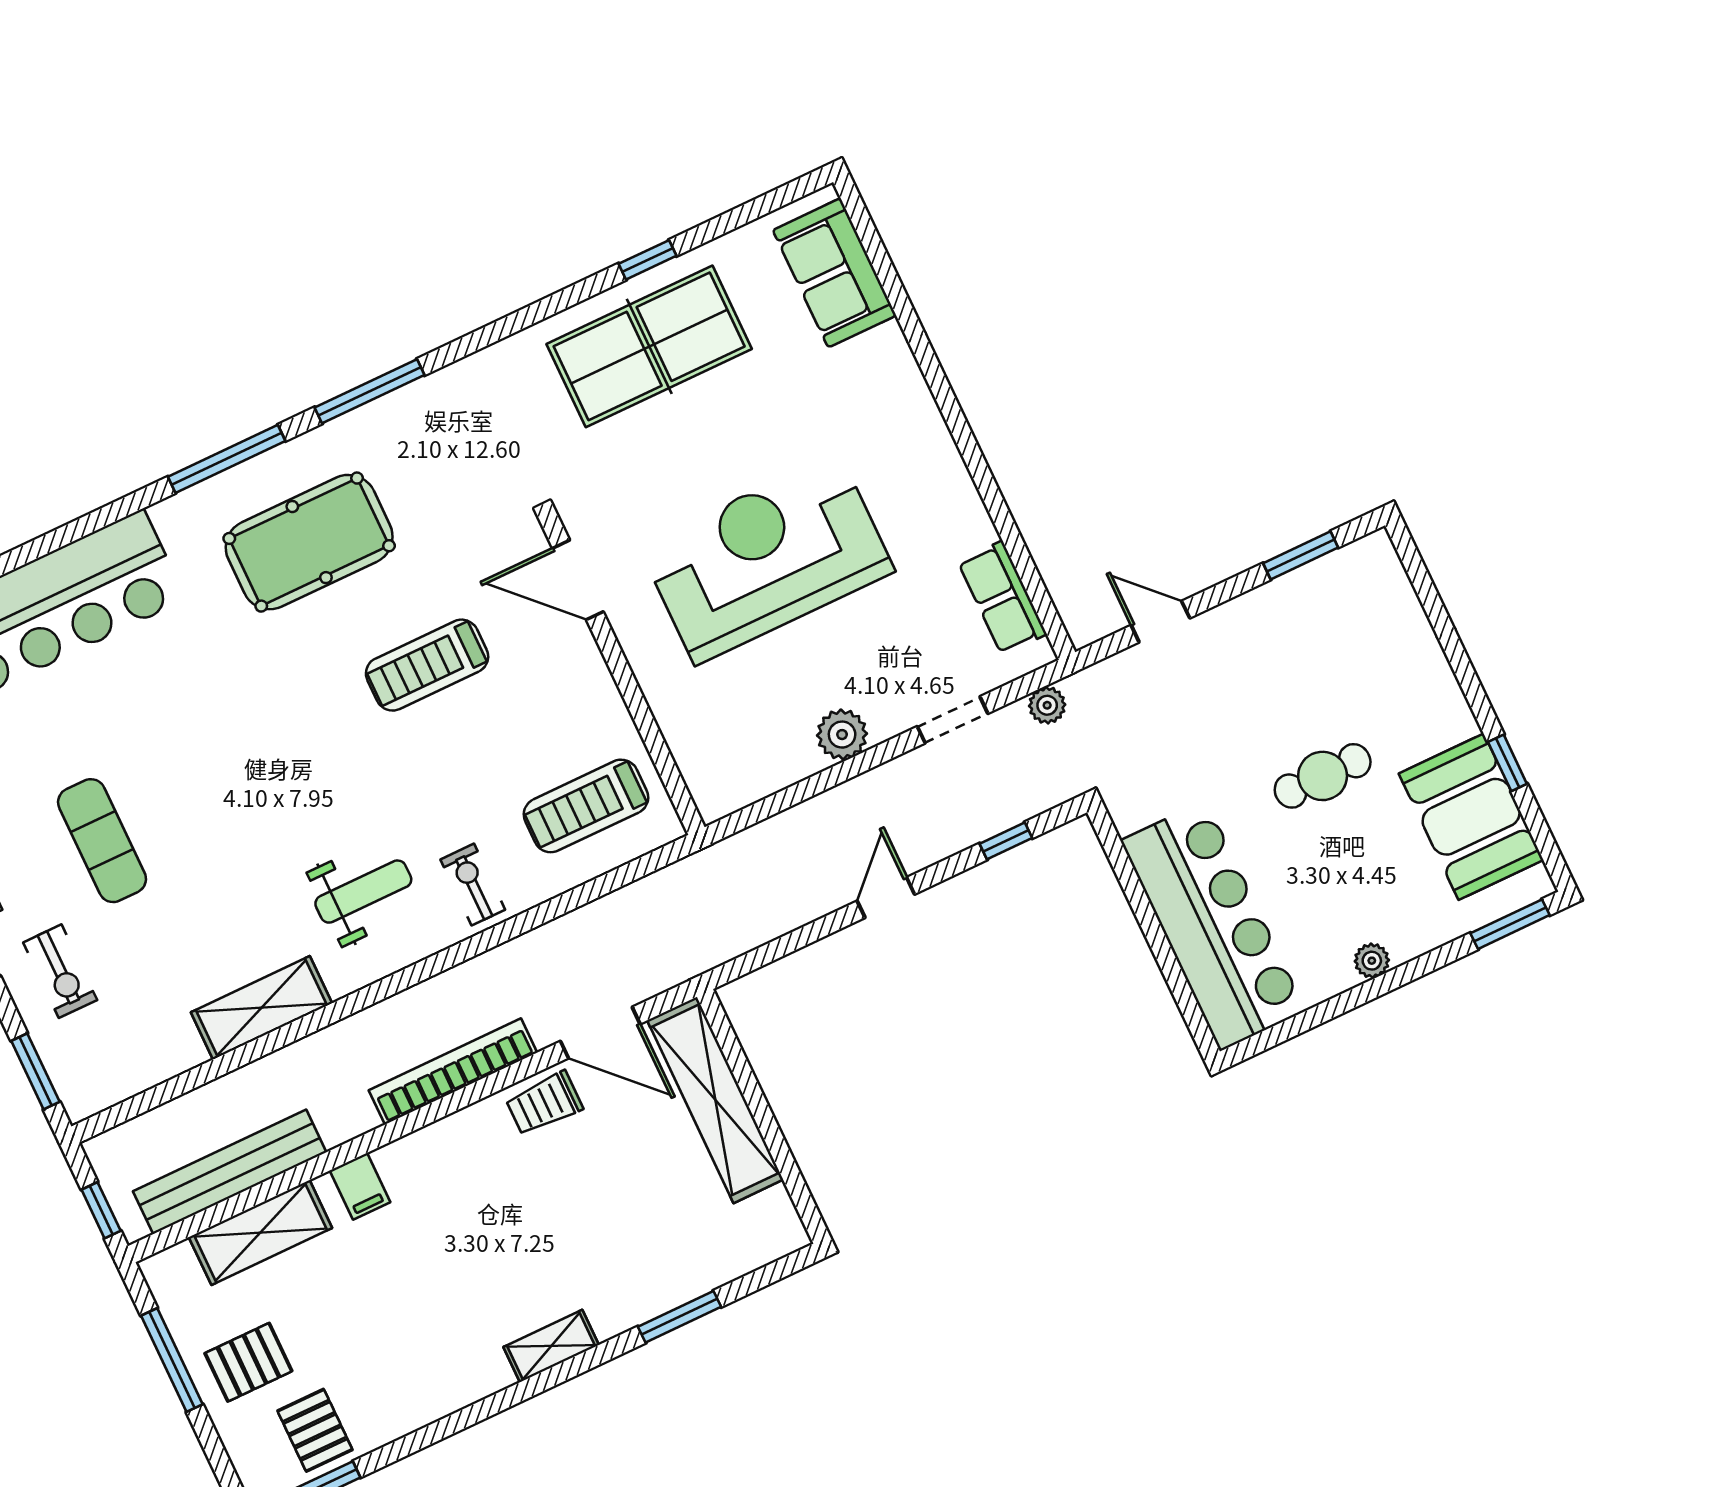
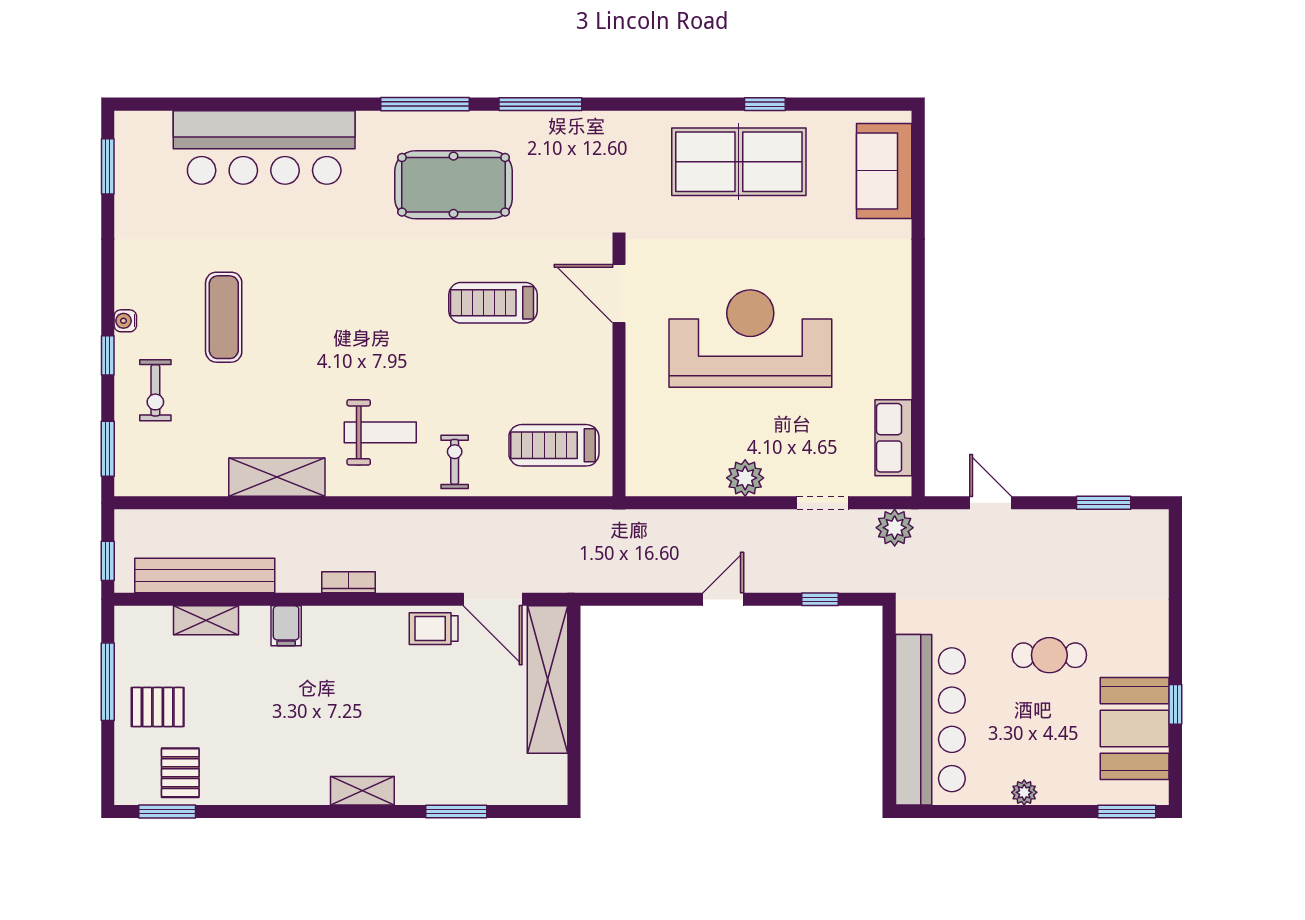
plant: (1047, 705) -> (895, 528), width x1.38, depth x1.38
bookcase: (453, 1071) -> (348, 582), width x0.43, depth x0.76
shelving: (260, 1232) -> (206, 620), width x0.67, depth x0.75

